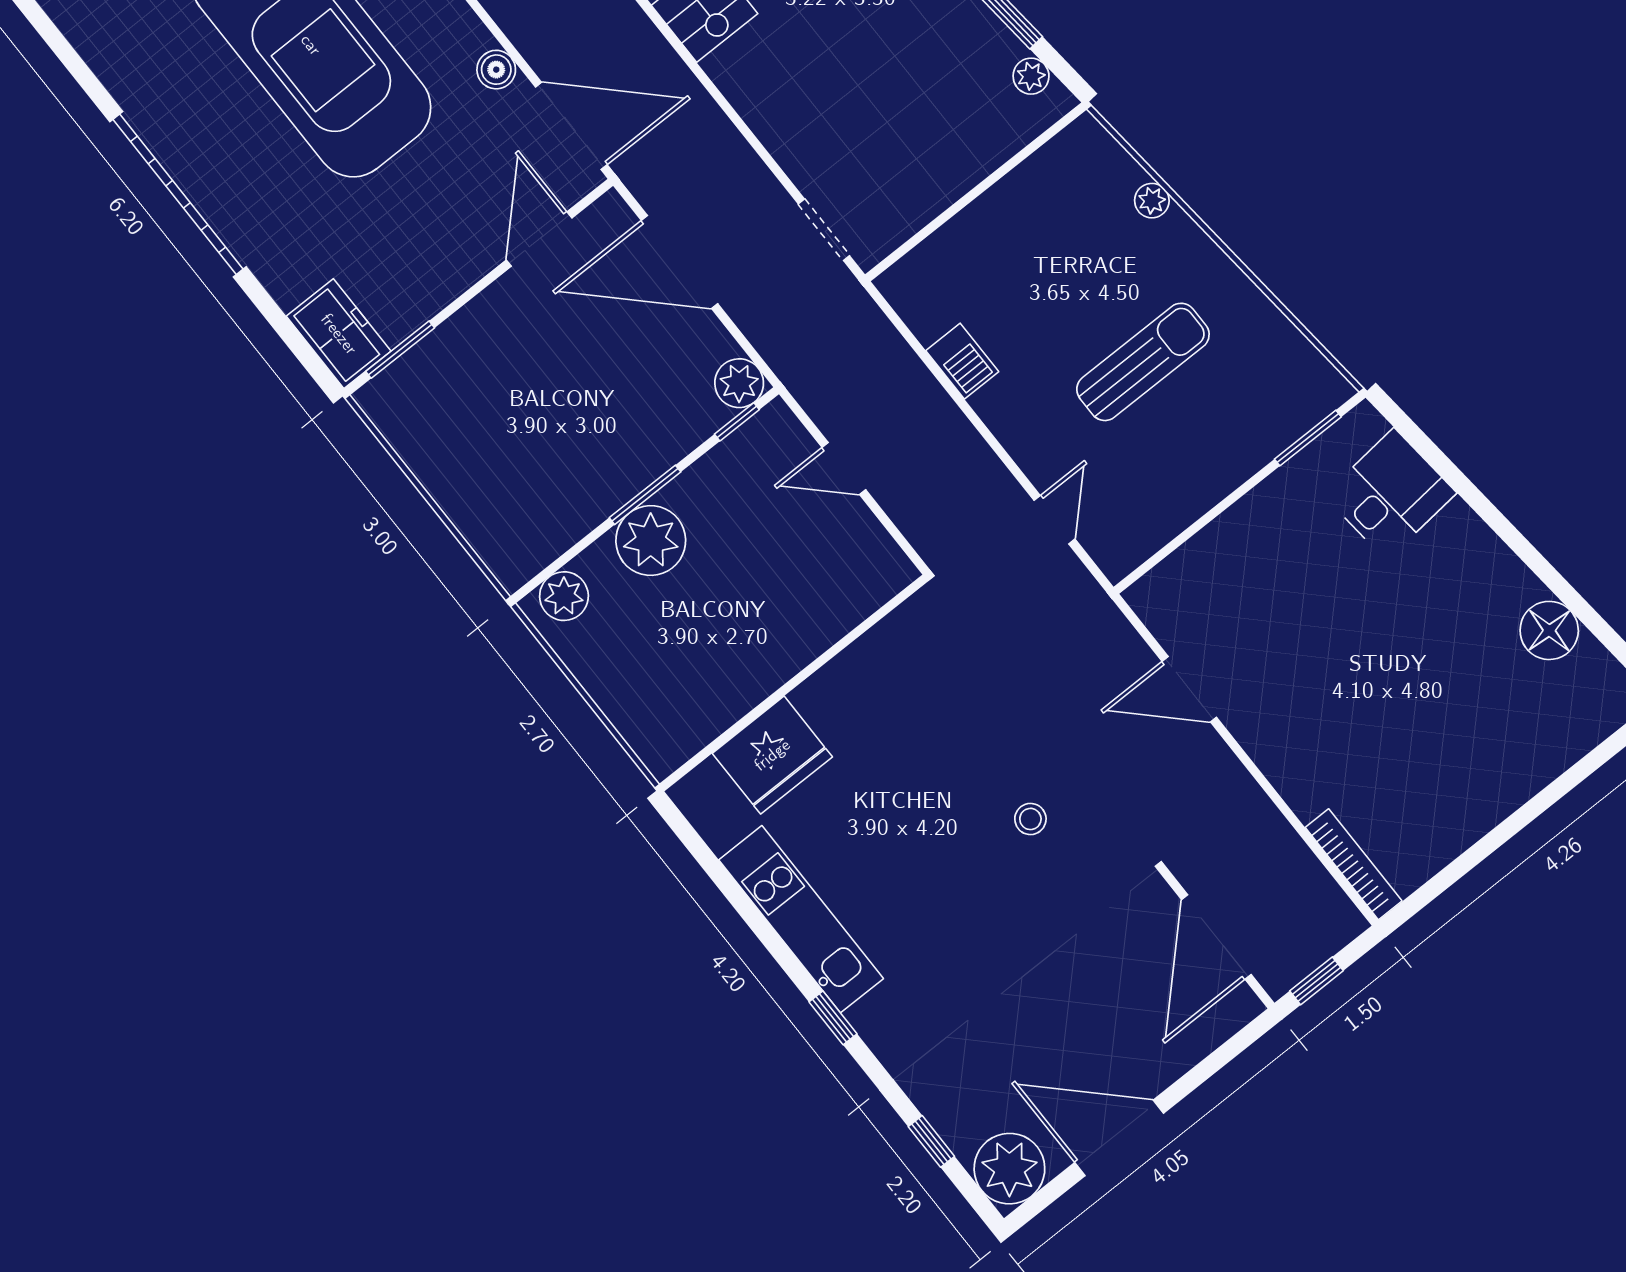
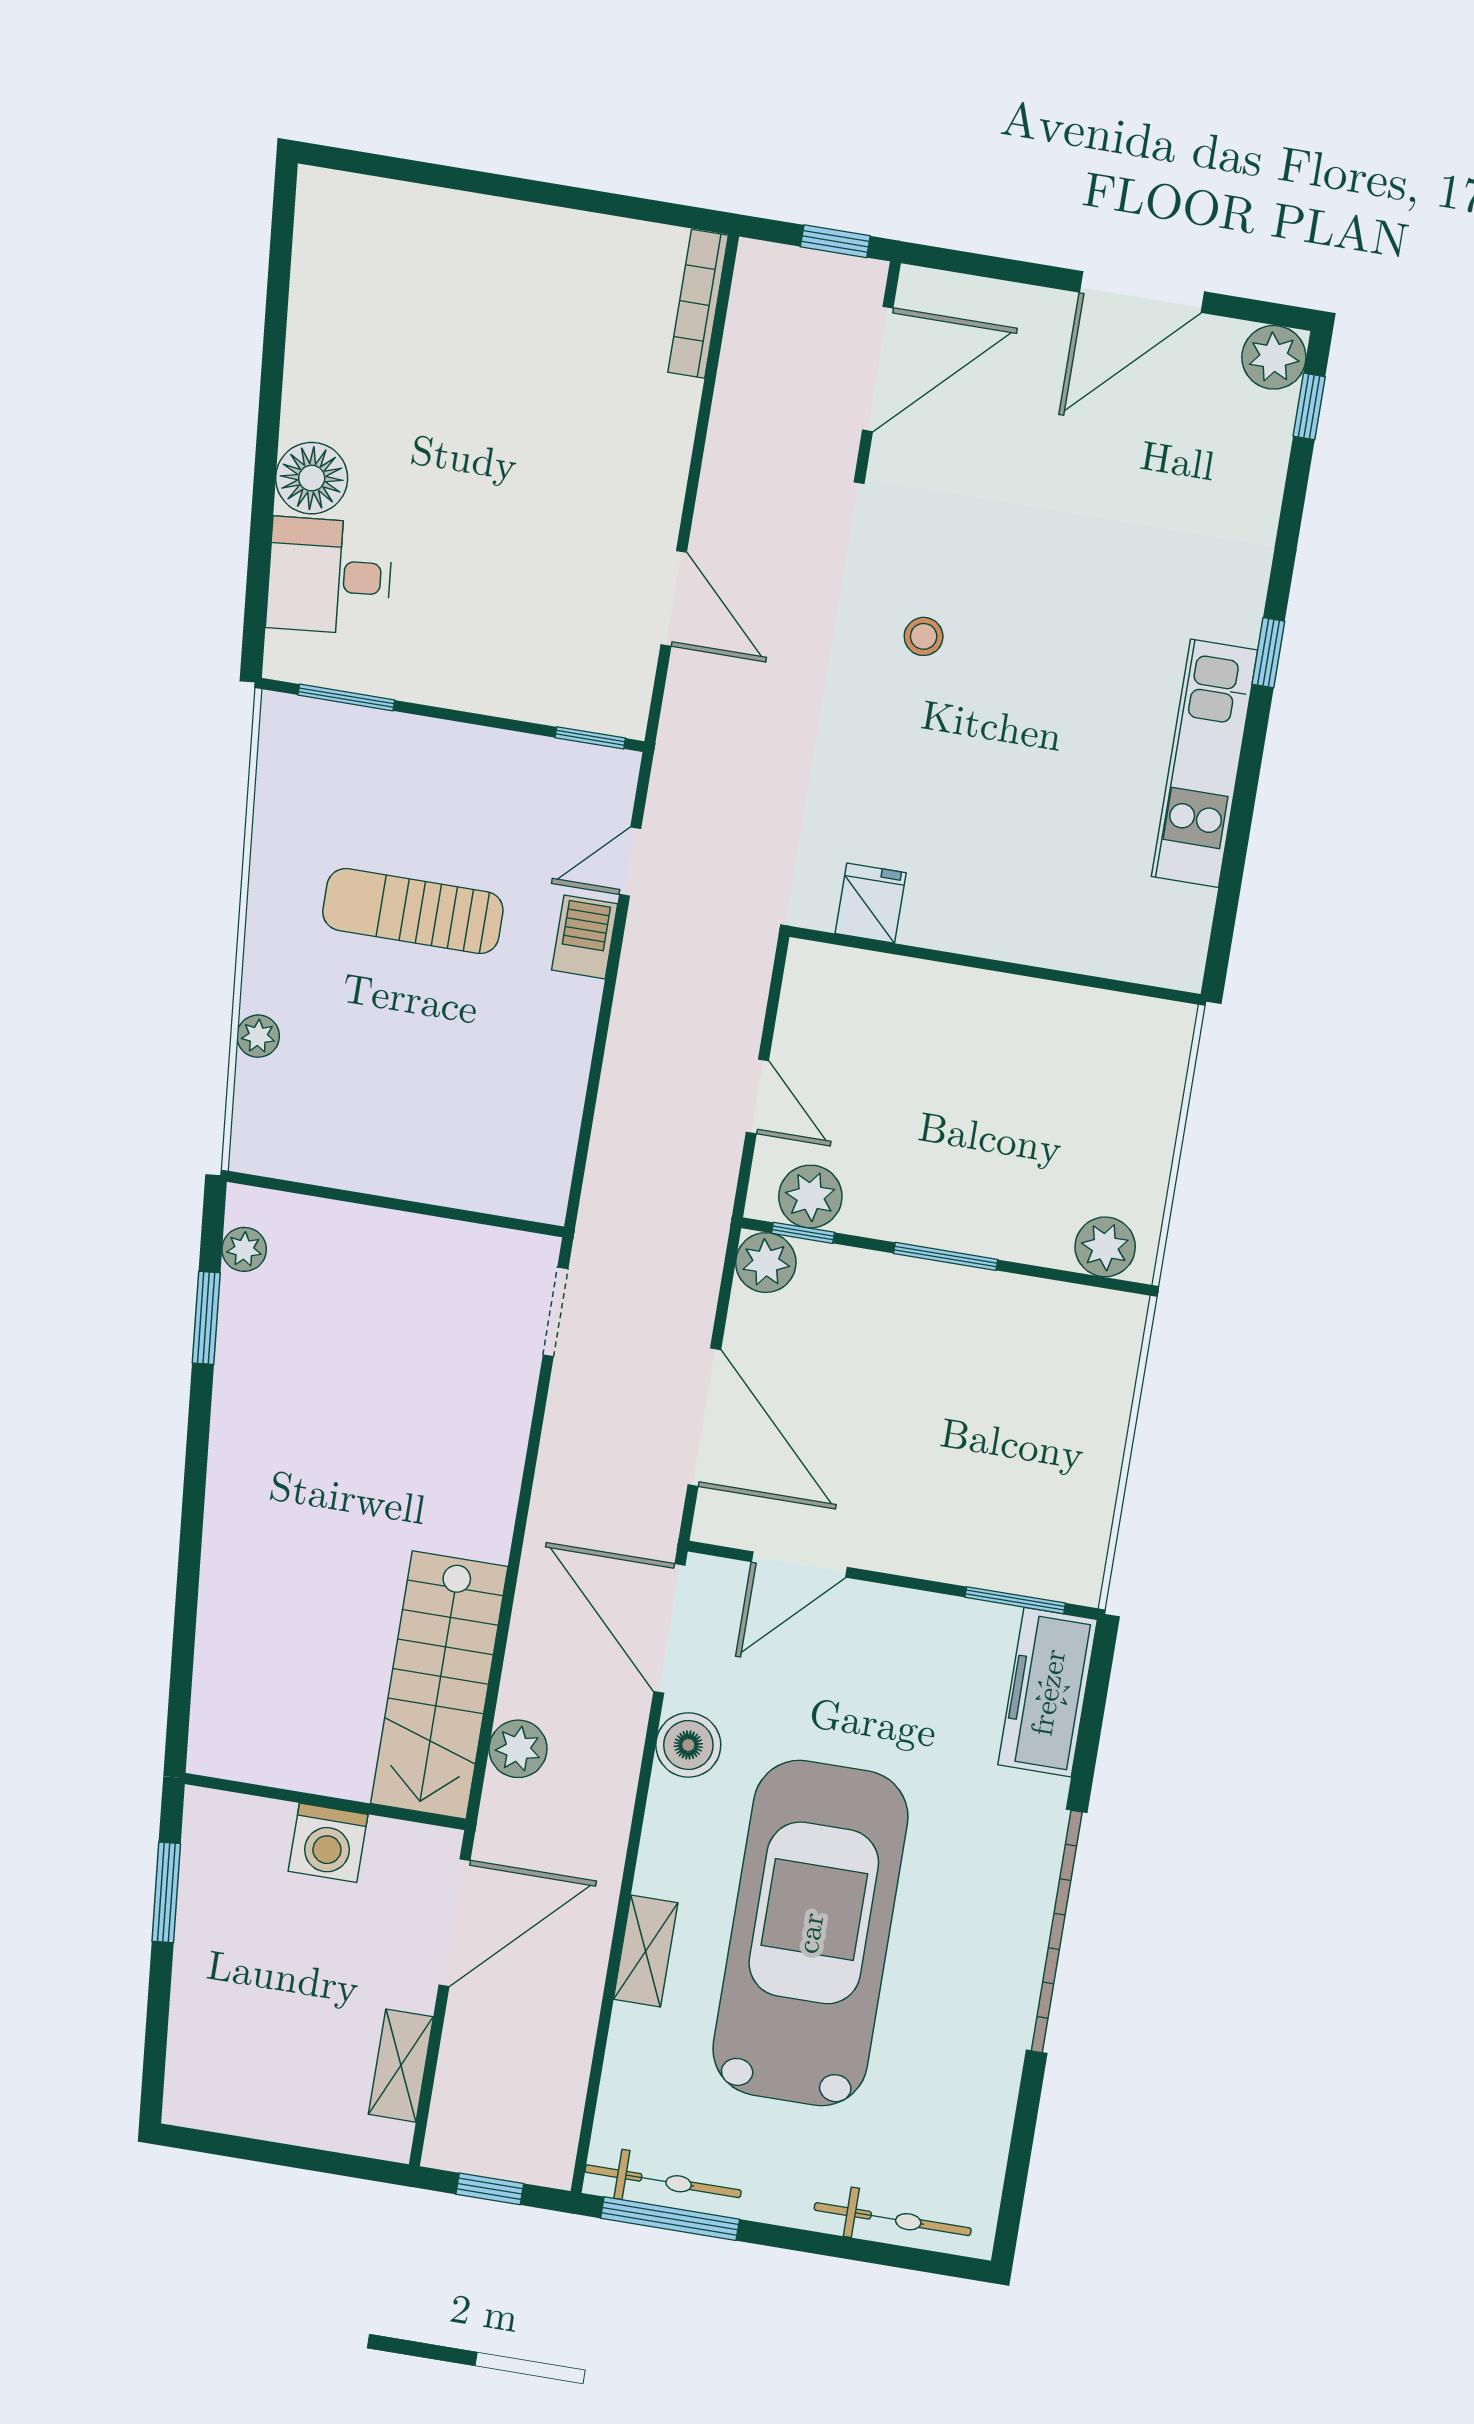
boiler: (496, 70) -> (688, 1745), width x1.36, depth x1.36
freezer: (339, 334) -> (1048, 1692), width x1.40
barbecue: (962, 361) -> (585, 937), moved
plant: (651, 541) -> (810, 1197), moved, width x0.73, depth x0.73
window: (1151, 563) -> (590, 738), added
floor lamp: (1549, 630) -> (312, 478), moved
fridge: (772, 755) -> (871, 903), moved, width x0.53, depth x0.75
door: (1119, 1138) -> (1142, 292), hinge flipped
window: (931, 1141) -> (1309, 406), moved
plant: (1009, 1169) -> (1274, 357), width x0.73, depth x0.73

